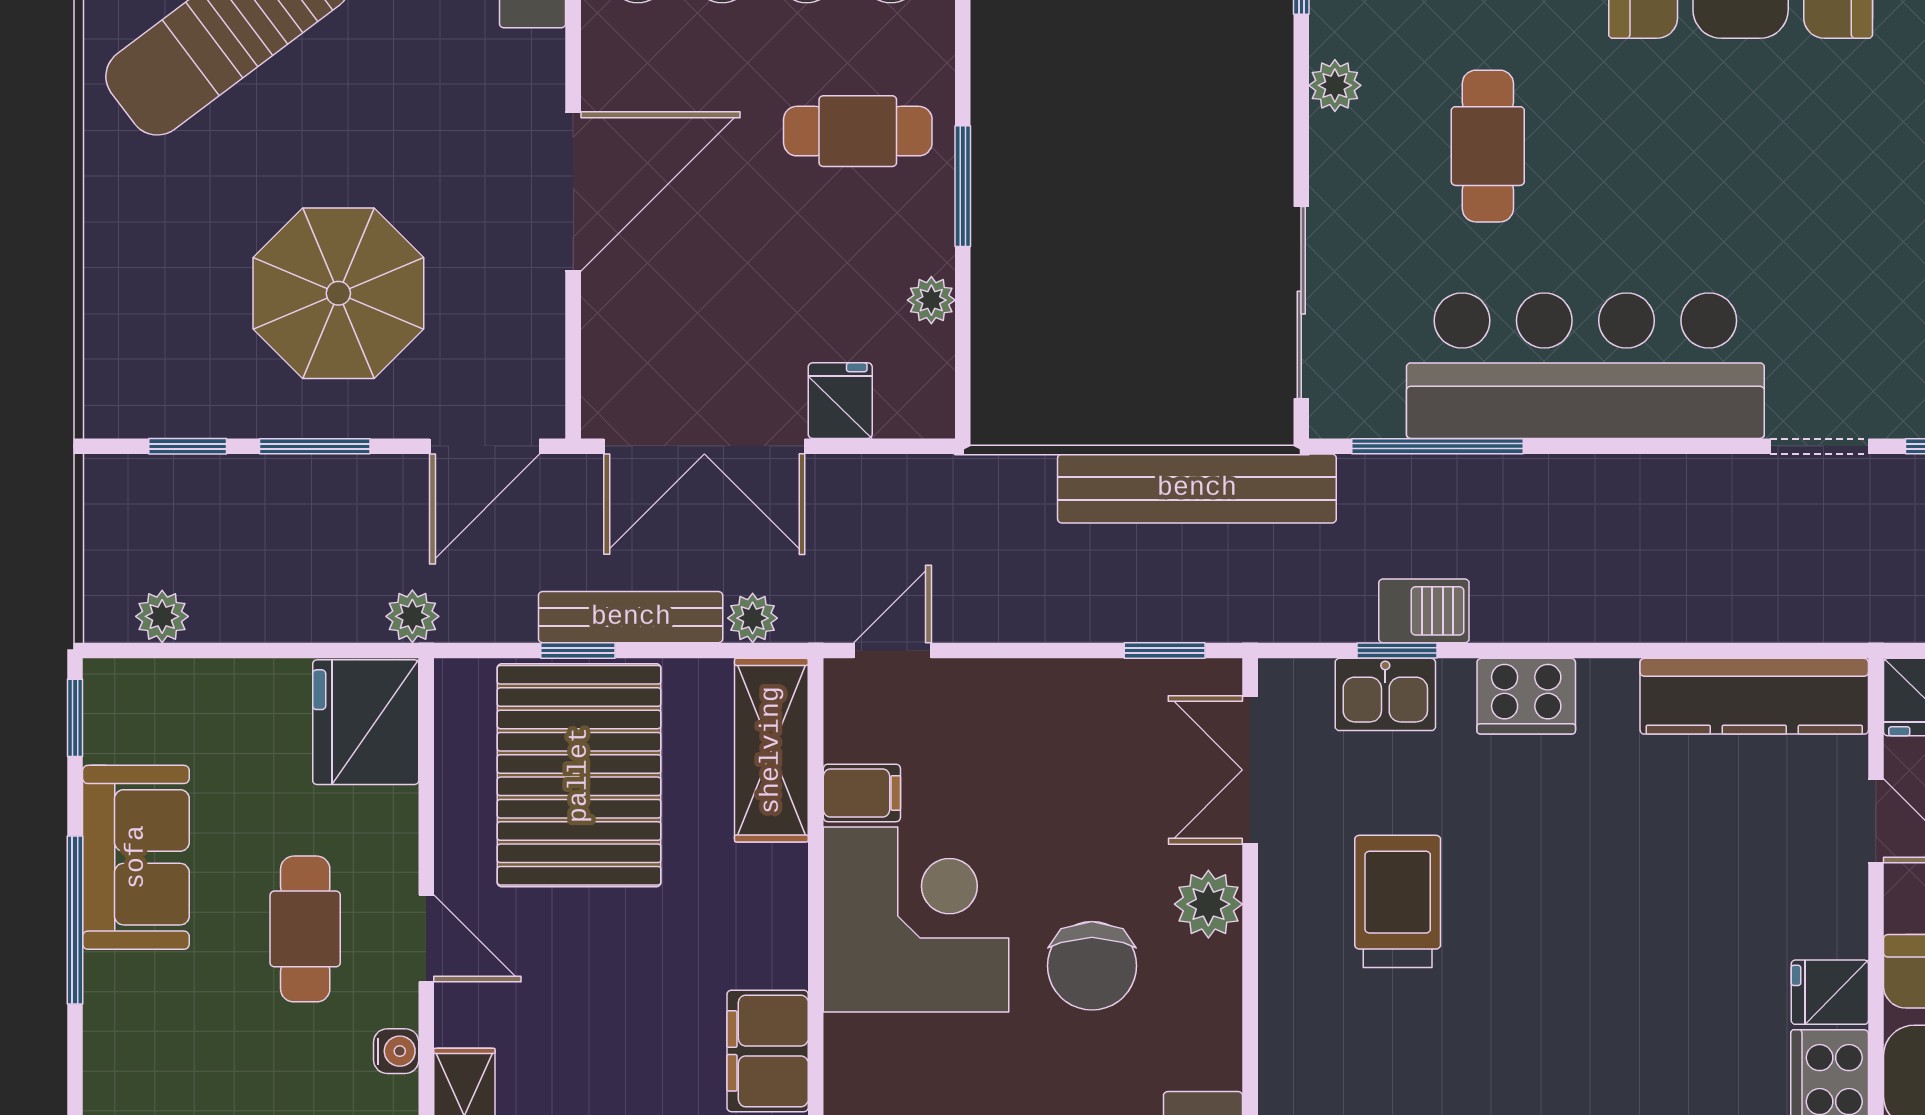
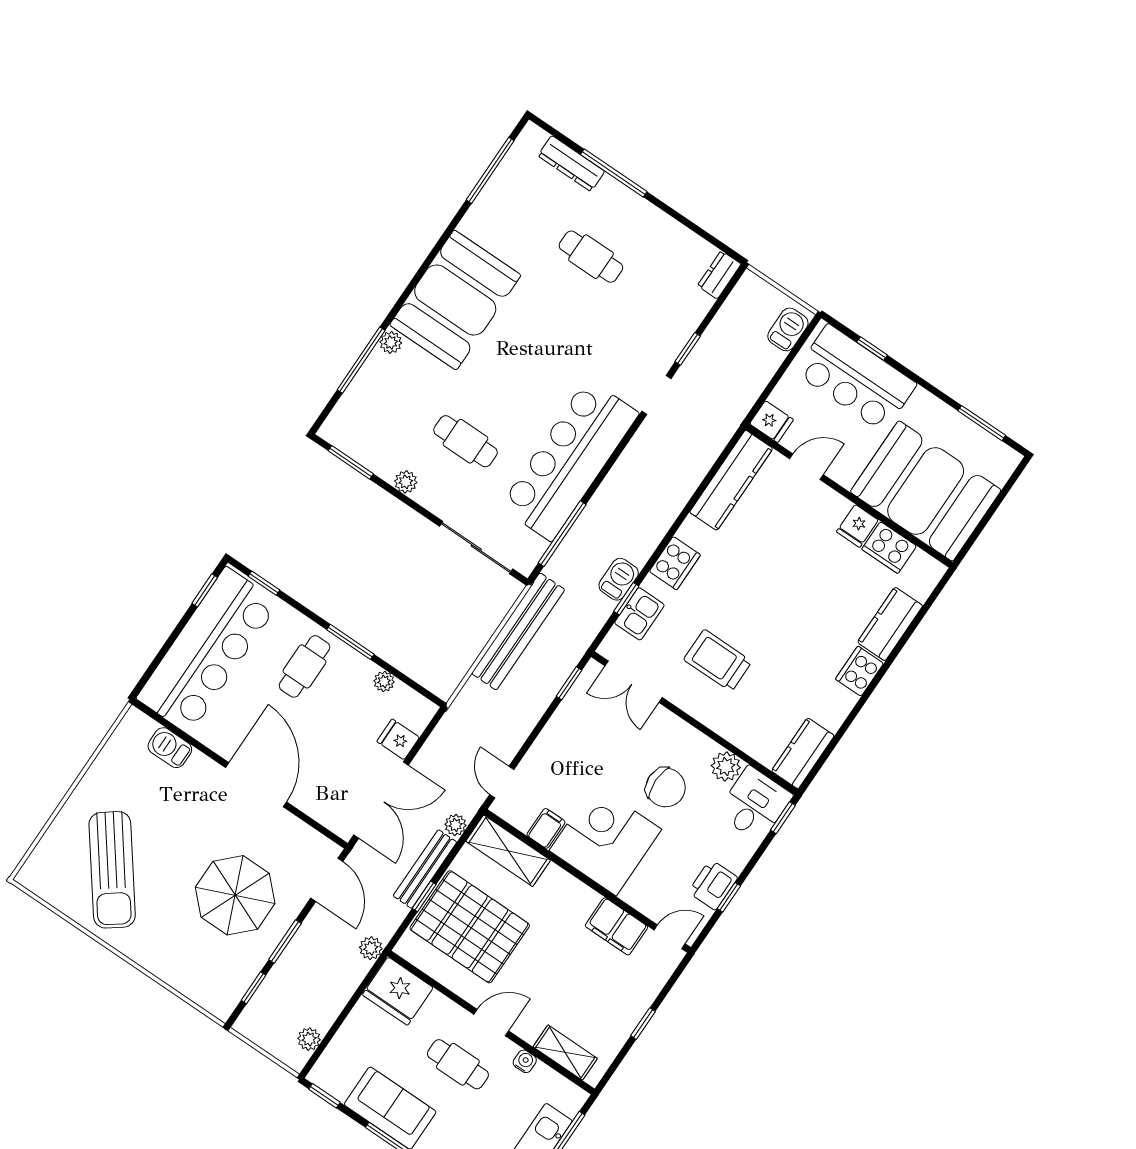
plant: (1208, 904) -> (726, 767), moved

